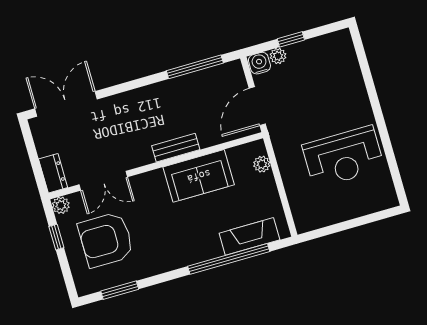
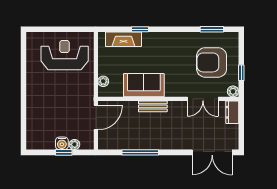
water cooler: (259, 63) -> (62, 143), moved
window: (195, 67) -> (140, 152), moved
reception desk: (343, 157) -> (65, 55), moved
double door: (103, 181) -> (203, 99), swing flipped
armchair: (106, 240) -> (212, 62), turned 180
window: (229, 259) -> (140, 29), width x0.32

